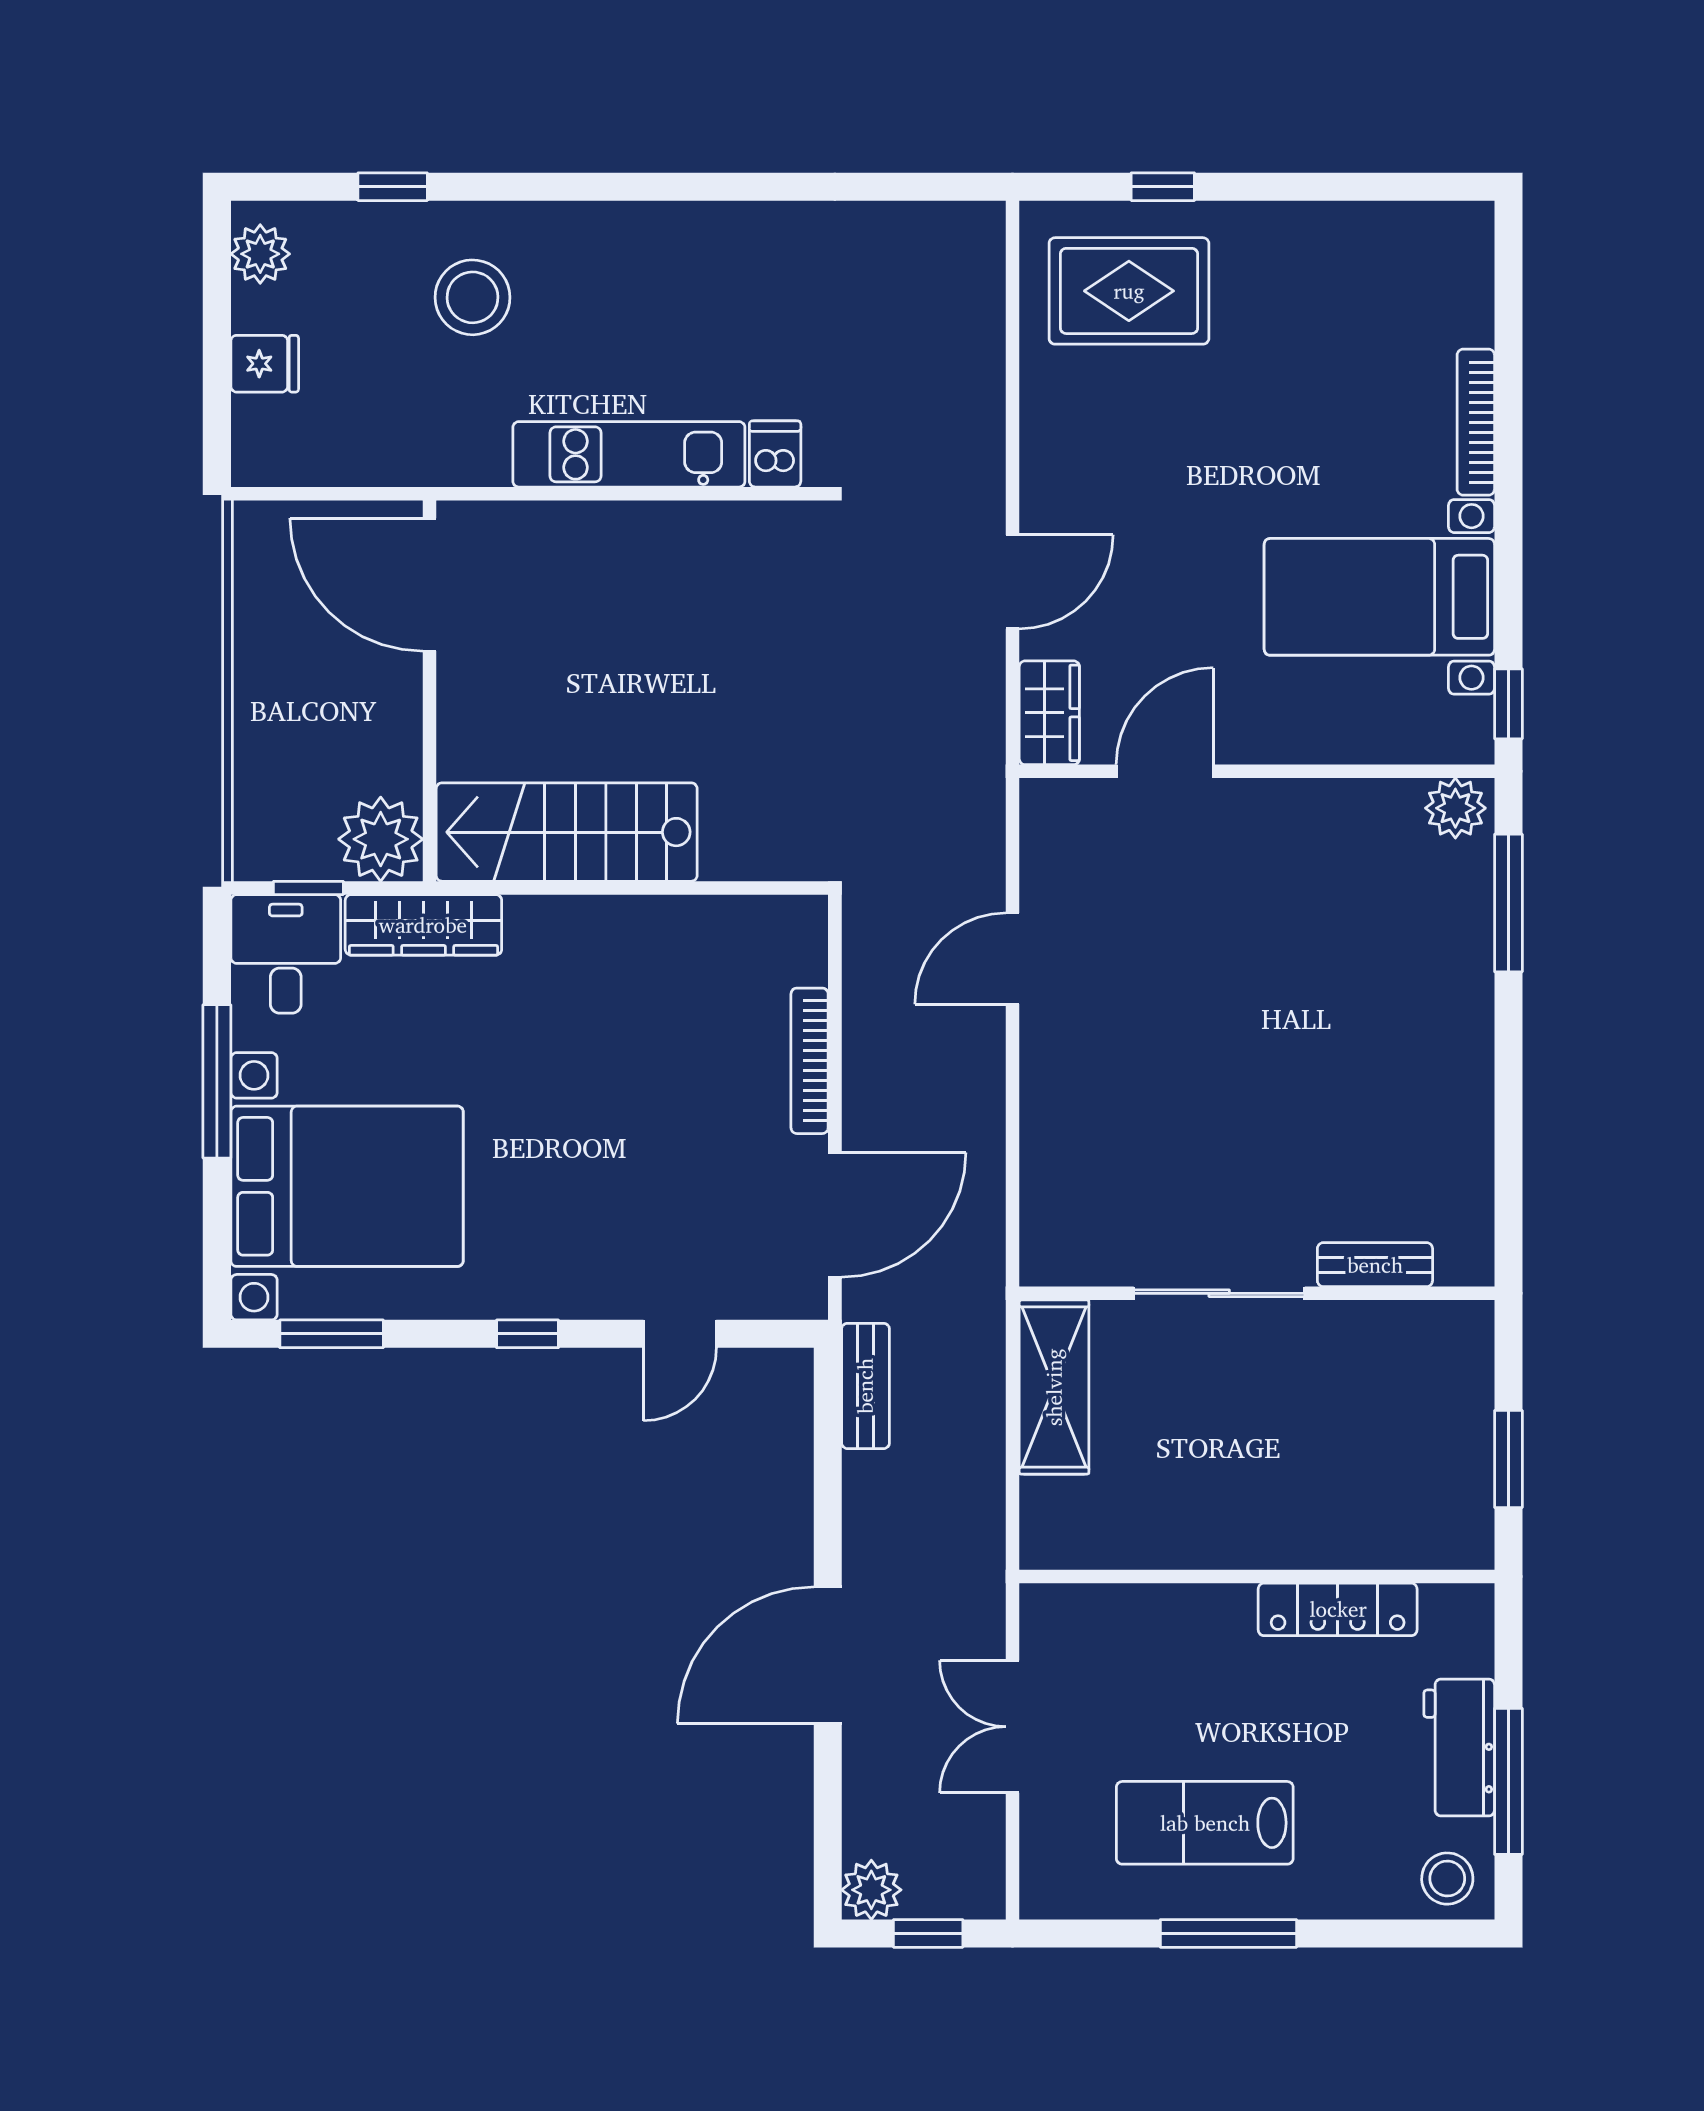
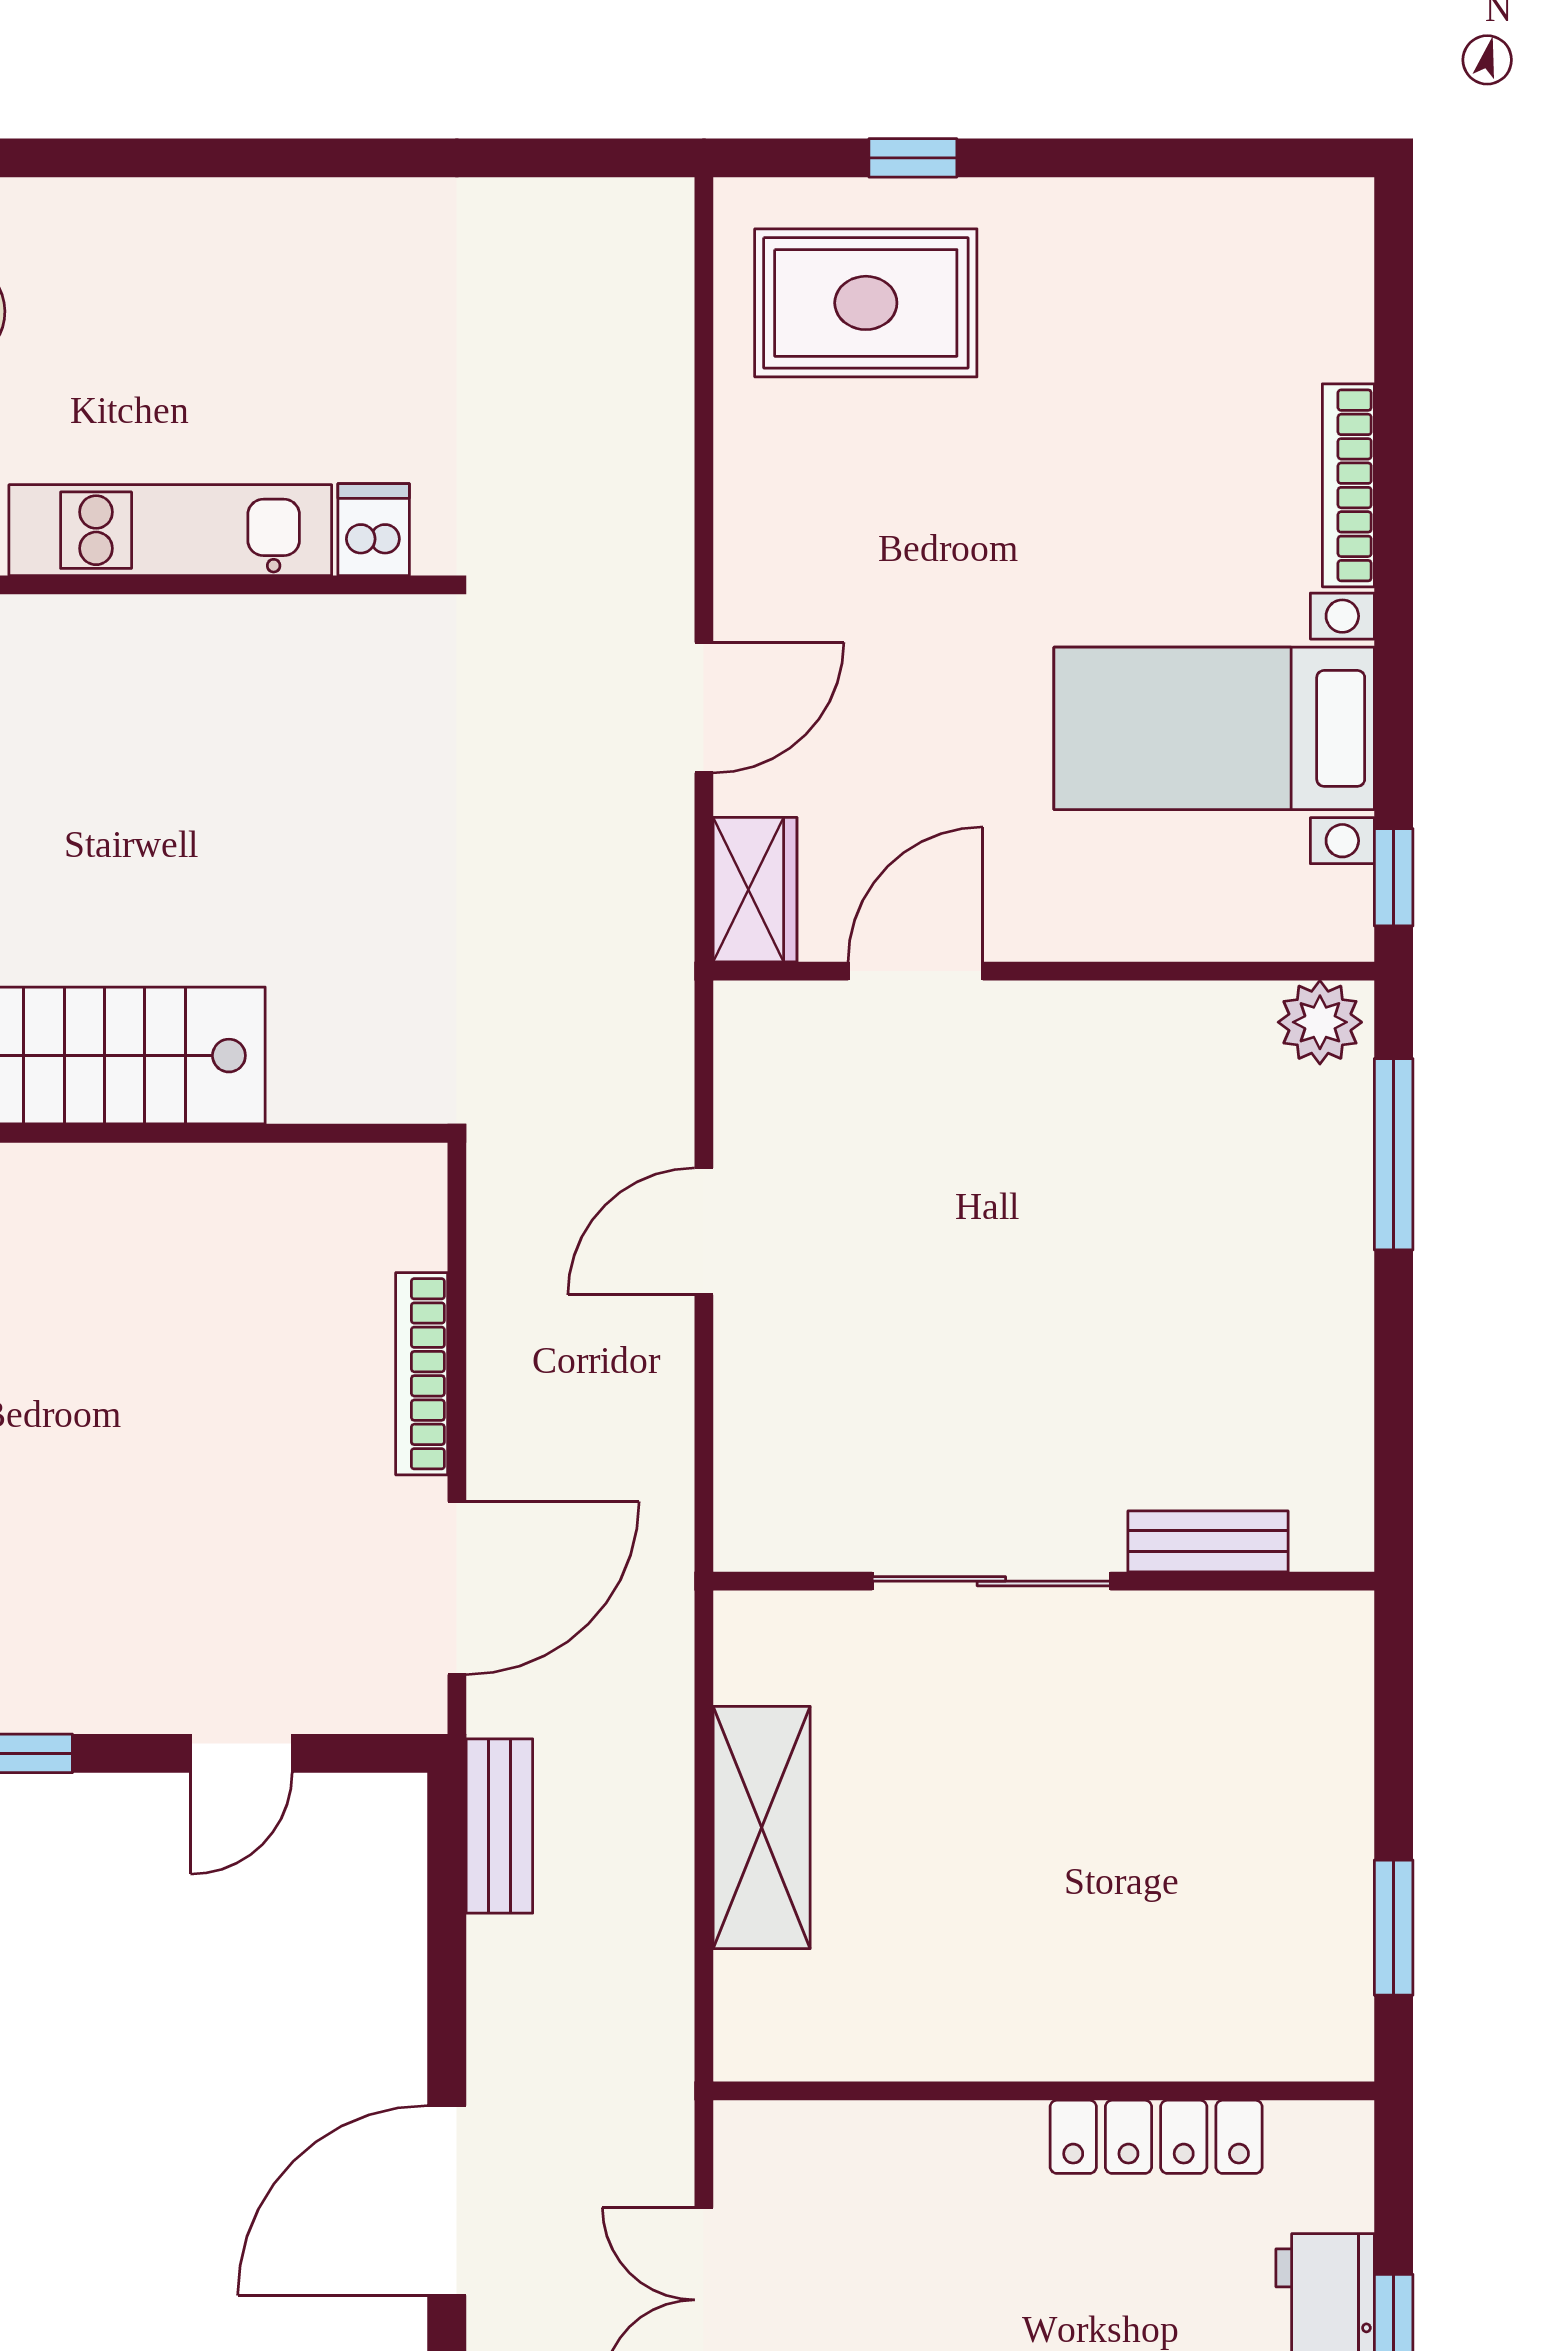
bench: (1375, 1265) -> (1208, 1541), moved
sliding door: (1219, 1293) -> (991, 1581), moved
wall: (1257, 1293) -> (1044, 1581), moved

